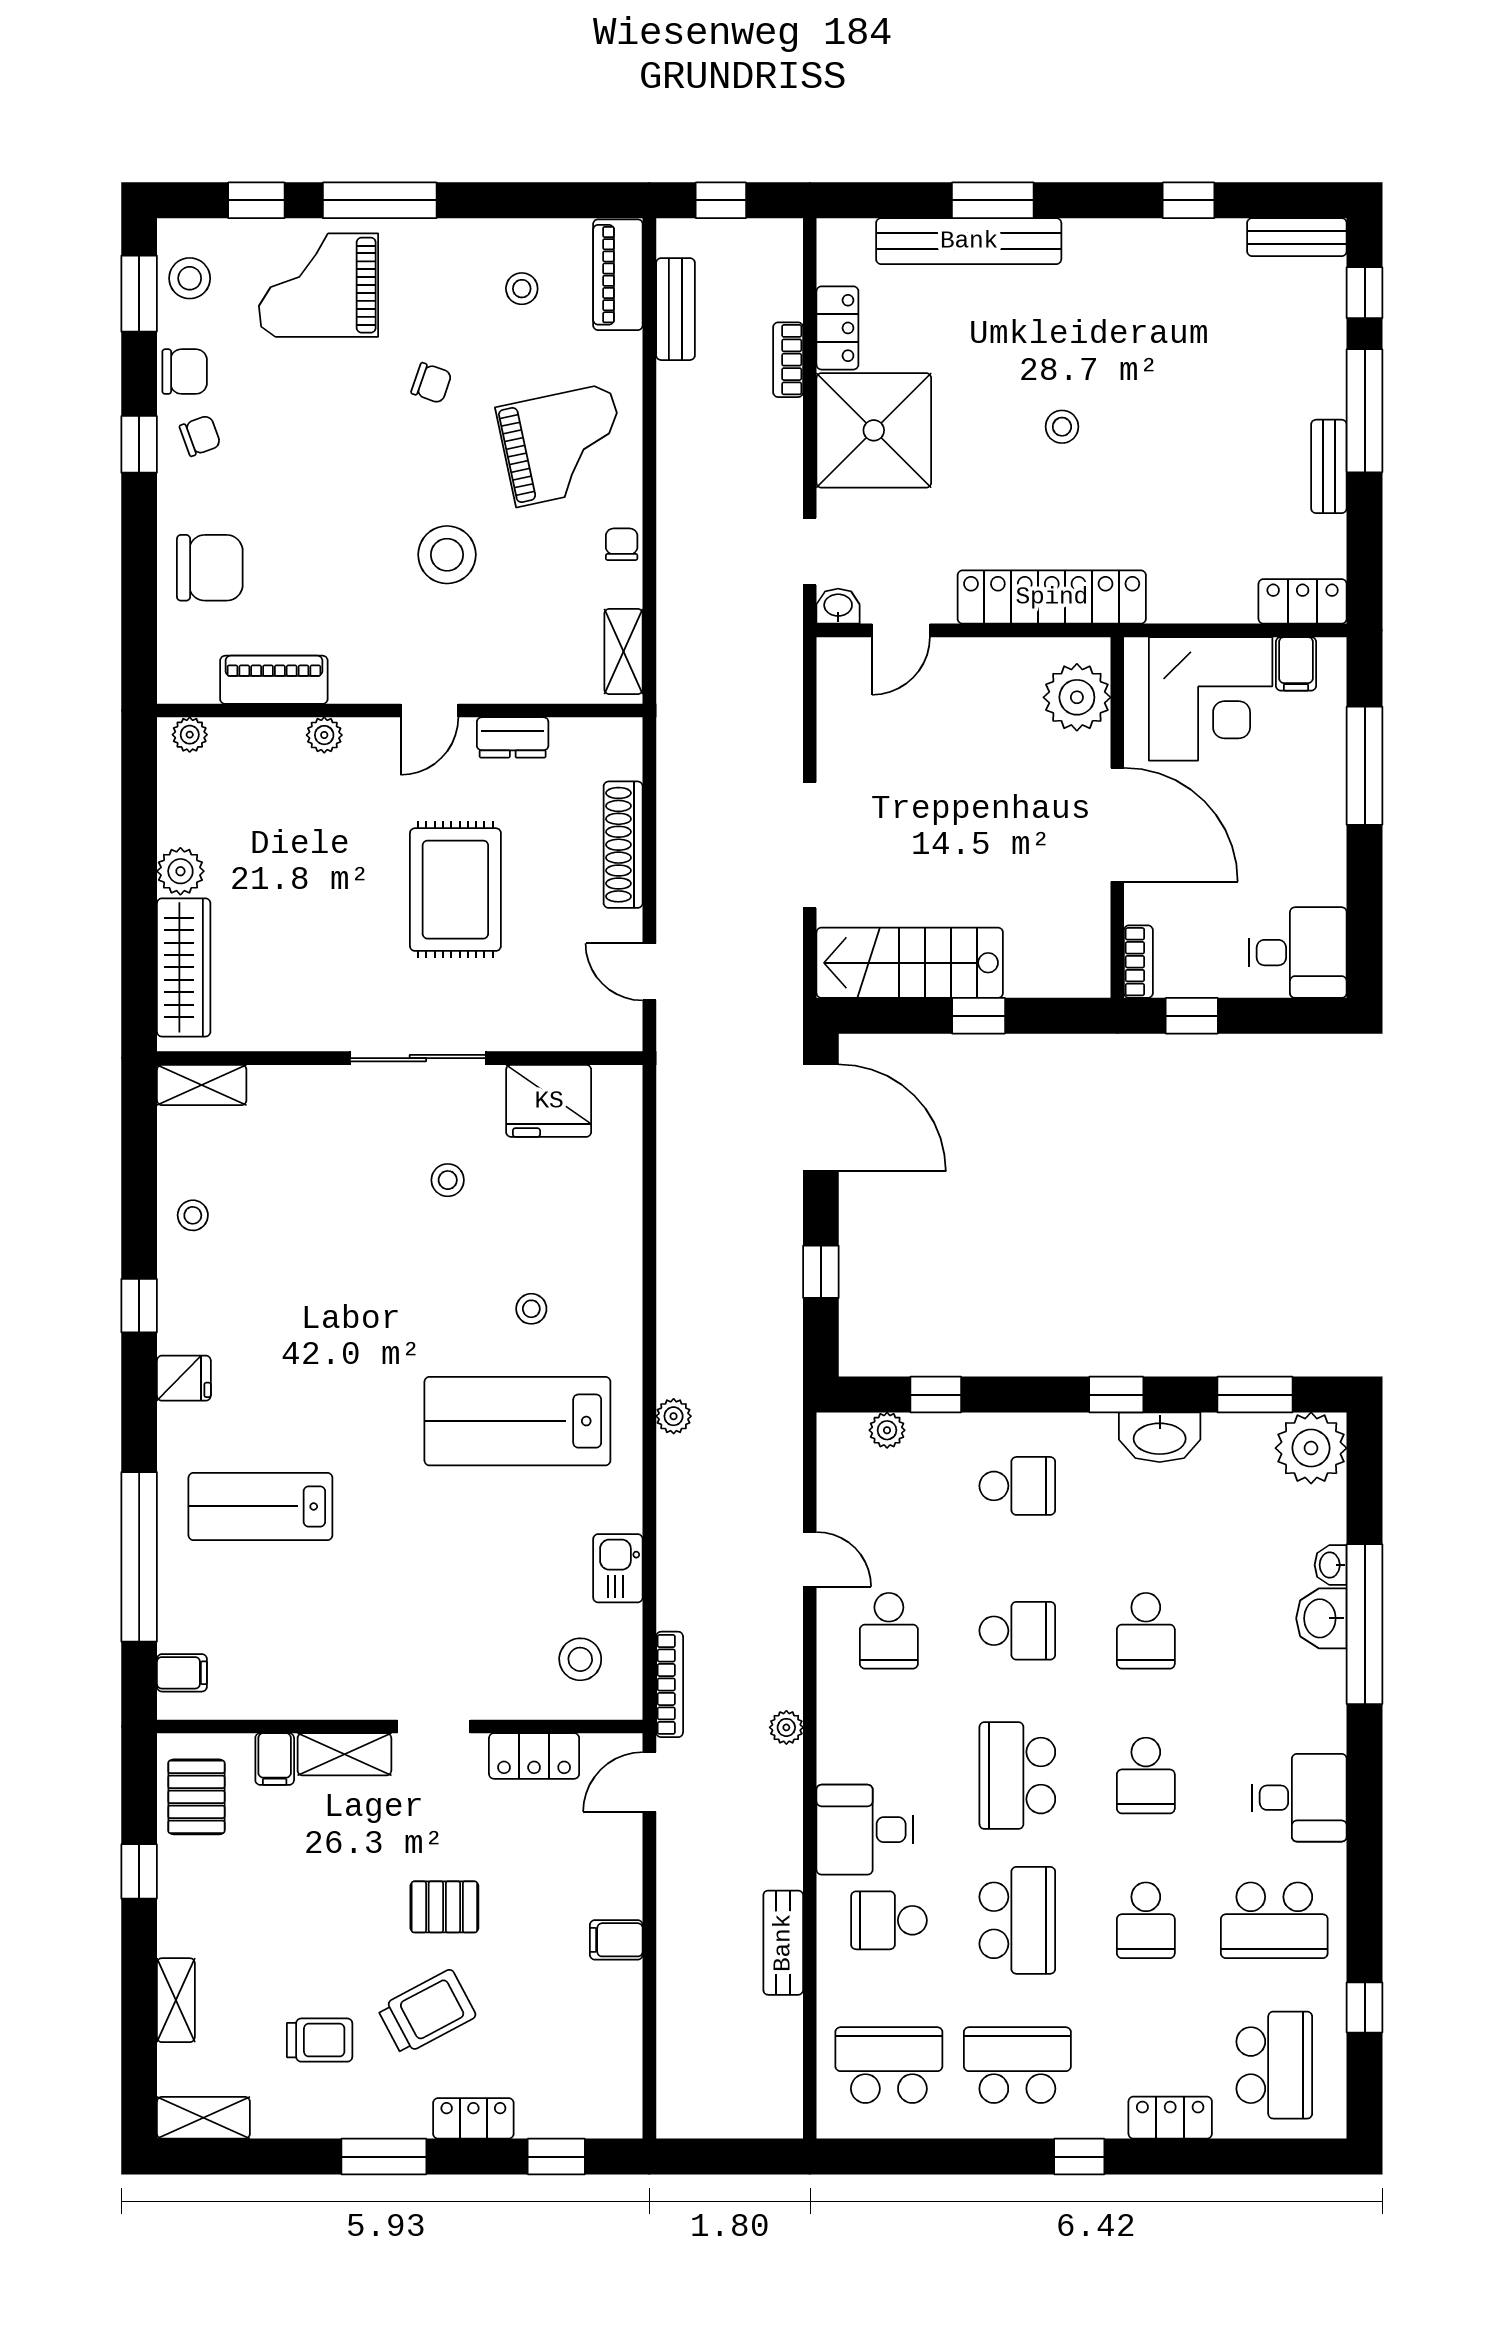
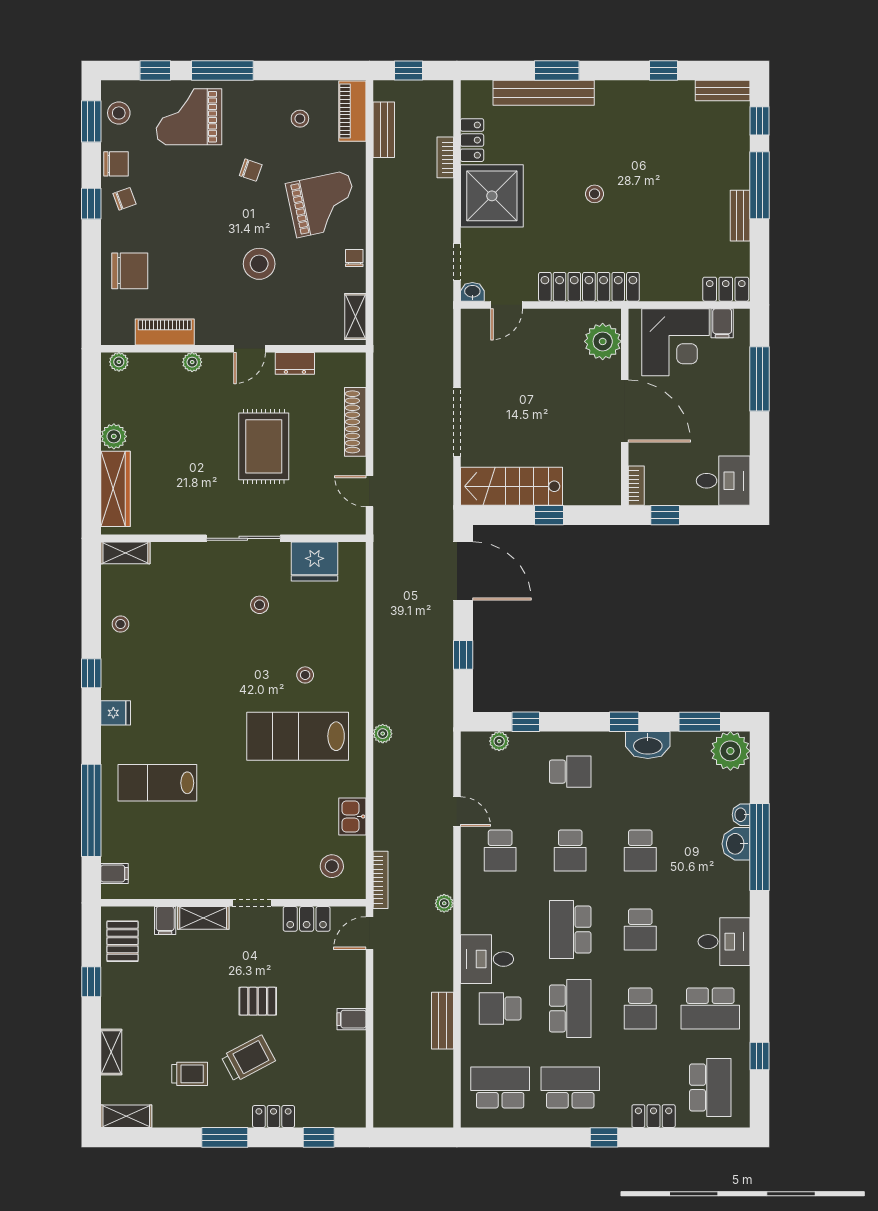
school desk: (1017, 1631) -> (570, 851), turned 90

